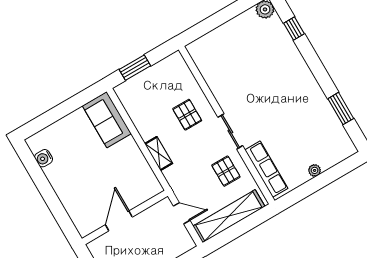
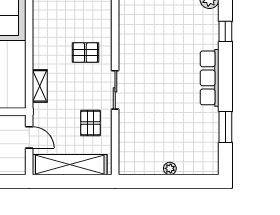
pallet: (187, 115) -> (85, 53), turned 90
shelving: (159, 153) -> (40, 86), moved
row of seats: (266, 169) -> (210, 78), moved, turned 180

